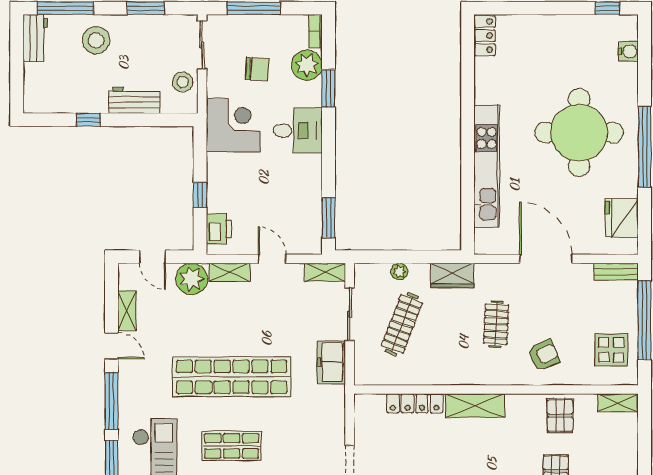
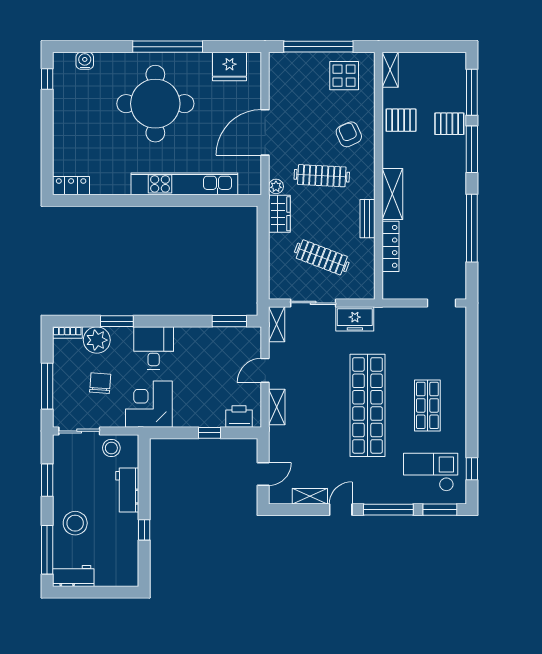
plant: (399, 271) -> (276, 186), moved
bench: (616, 272) -> (367, 219), moved
plant: (192, 279) -> (282, 440), removed
clothes rail: (496, 324) -> (322, 176), width x1.36

